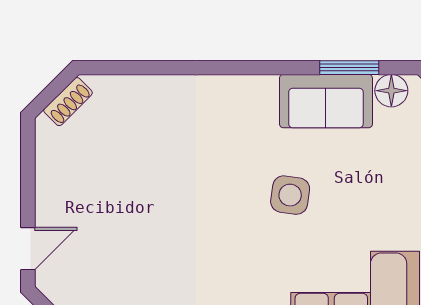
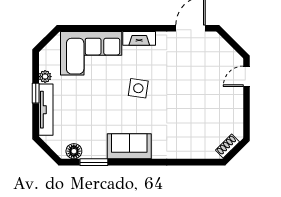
sofa: (326, 101) -> (129, 146), moved
side table: (290, 195) -> (138, 88), moved

